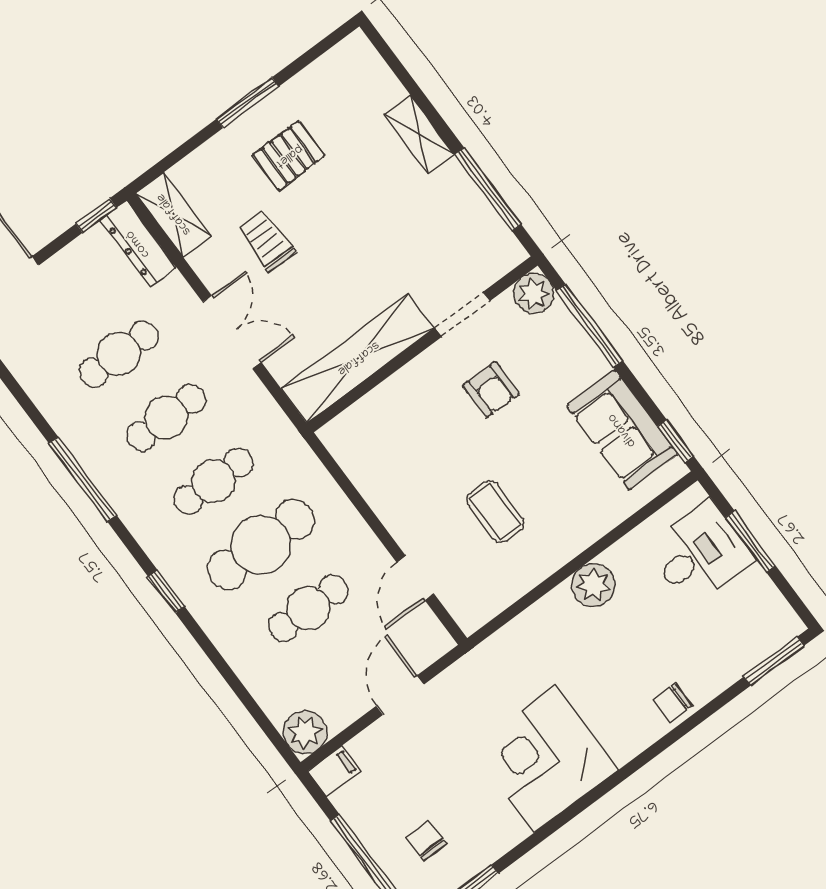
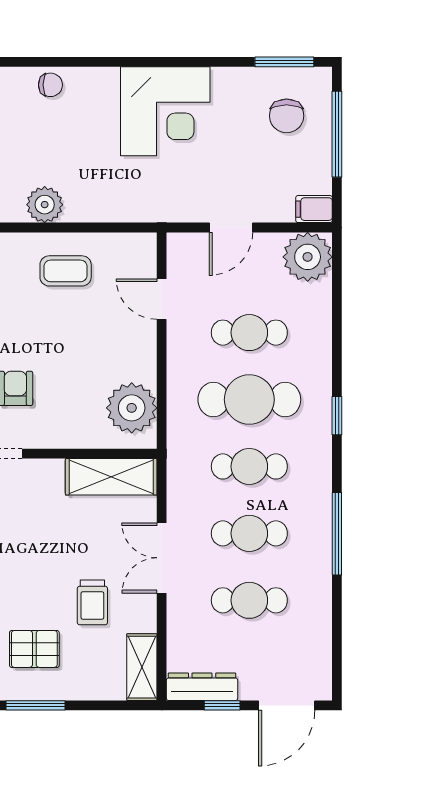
window: (96, 216) -> (222, 705), moved
dresser: (138, 244) -> (202, 687), moved, turned -90
shelving: (358, 358) -> (111, 477), width x0.68
plant: (367, 453) -> (132, 408), added
coffee table: (495, 512) -> (66, 271), moved, turned 90
door: (415, 578) -> (162, 299), swing flipped
plant: (305, 732) -> (308, 257), width x1.36, depth x1.36
chair: (426, 841) -> (287, 116), width x1.37, depth x1.37

